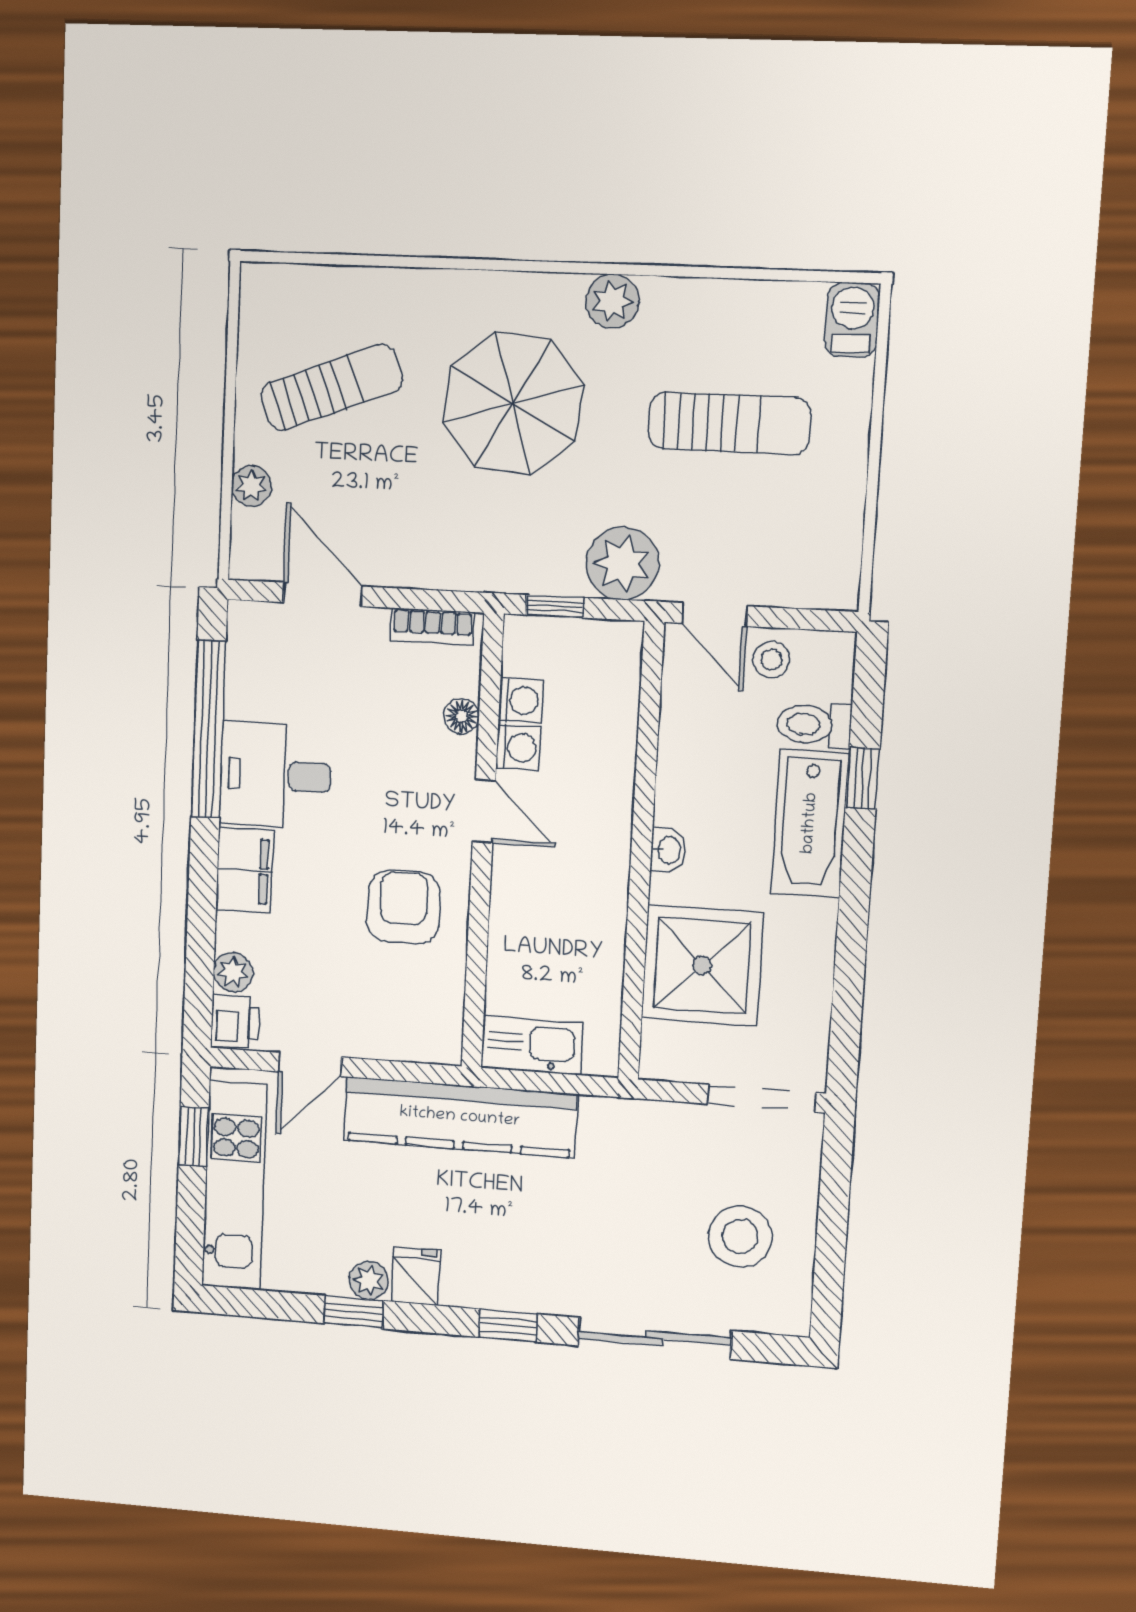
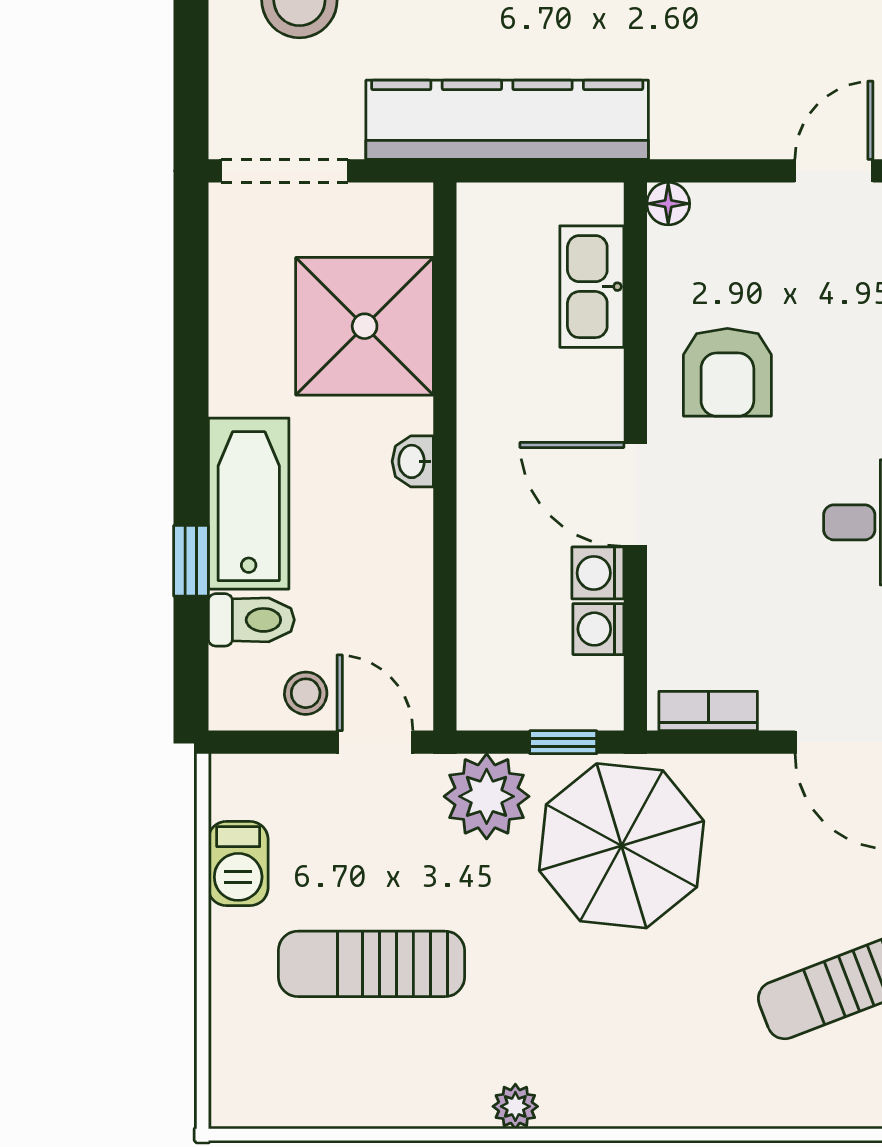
plant: (612, 301) -> (515, 1106), width x0.73, depth x0.73
barbecue: (852, 320) -> (238, 863), moved
parasol: (513, 404) -> (622, 846), moved
floor lamp: (461, 716) -> (668, 204), moved
door: (484, 811) -> (635, 494), width x1.38
kitchen sink: (532, 1045) -> (592, 287), moved, turned 90
kitchen counter: (460, 1117) -> (507, 120), moved

